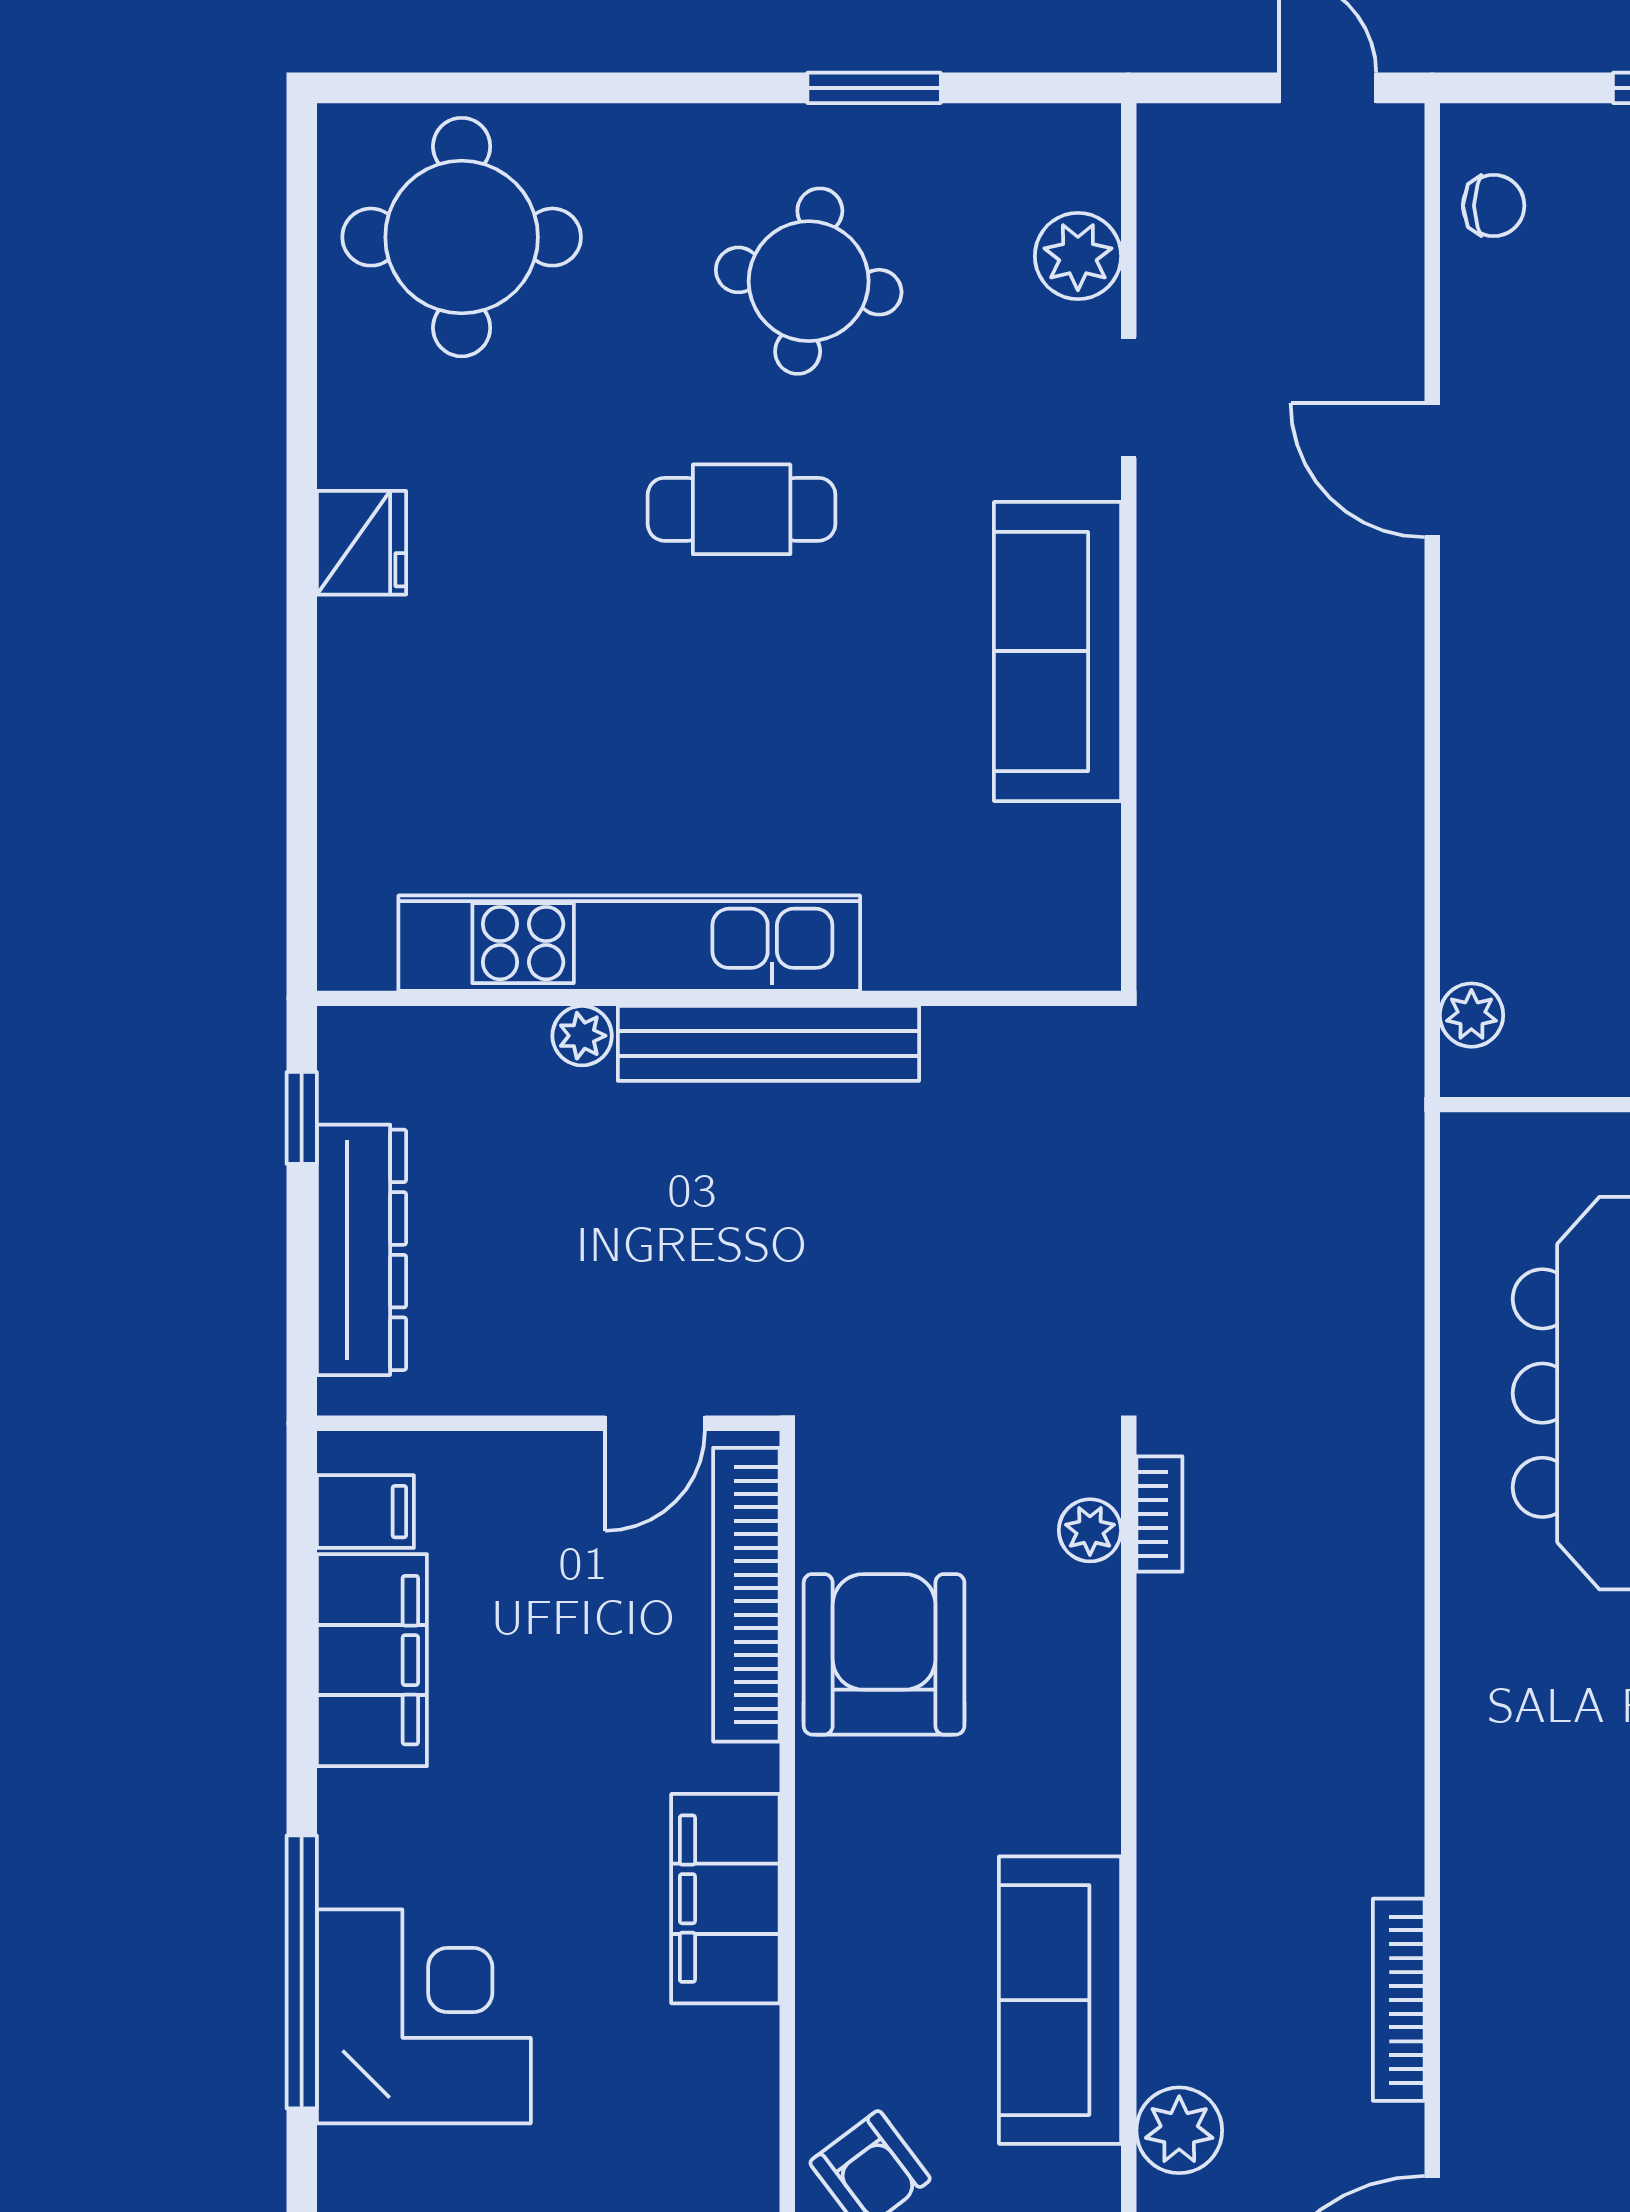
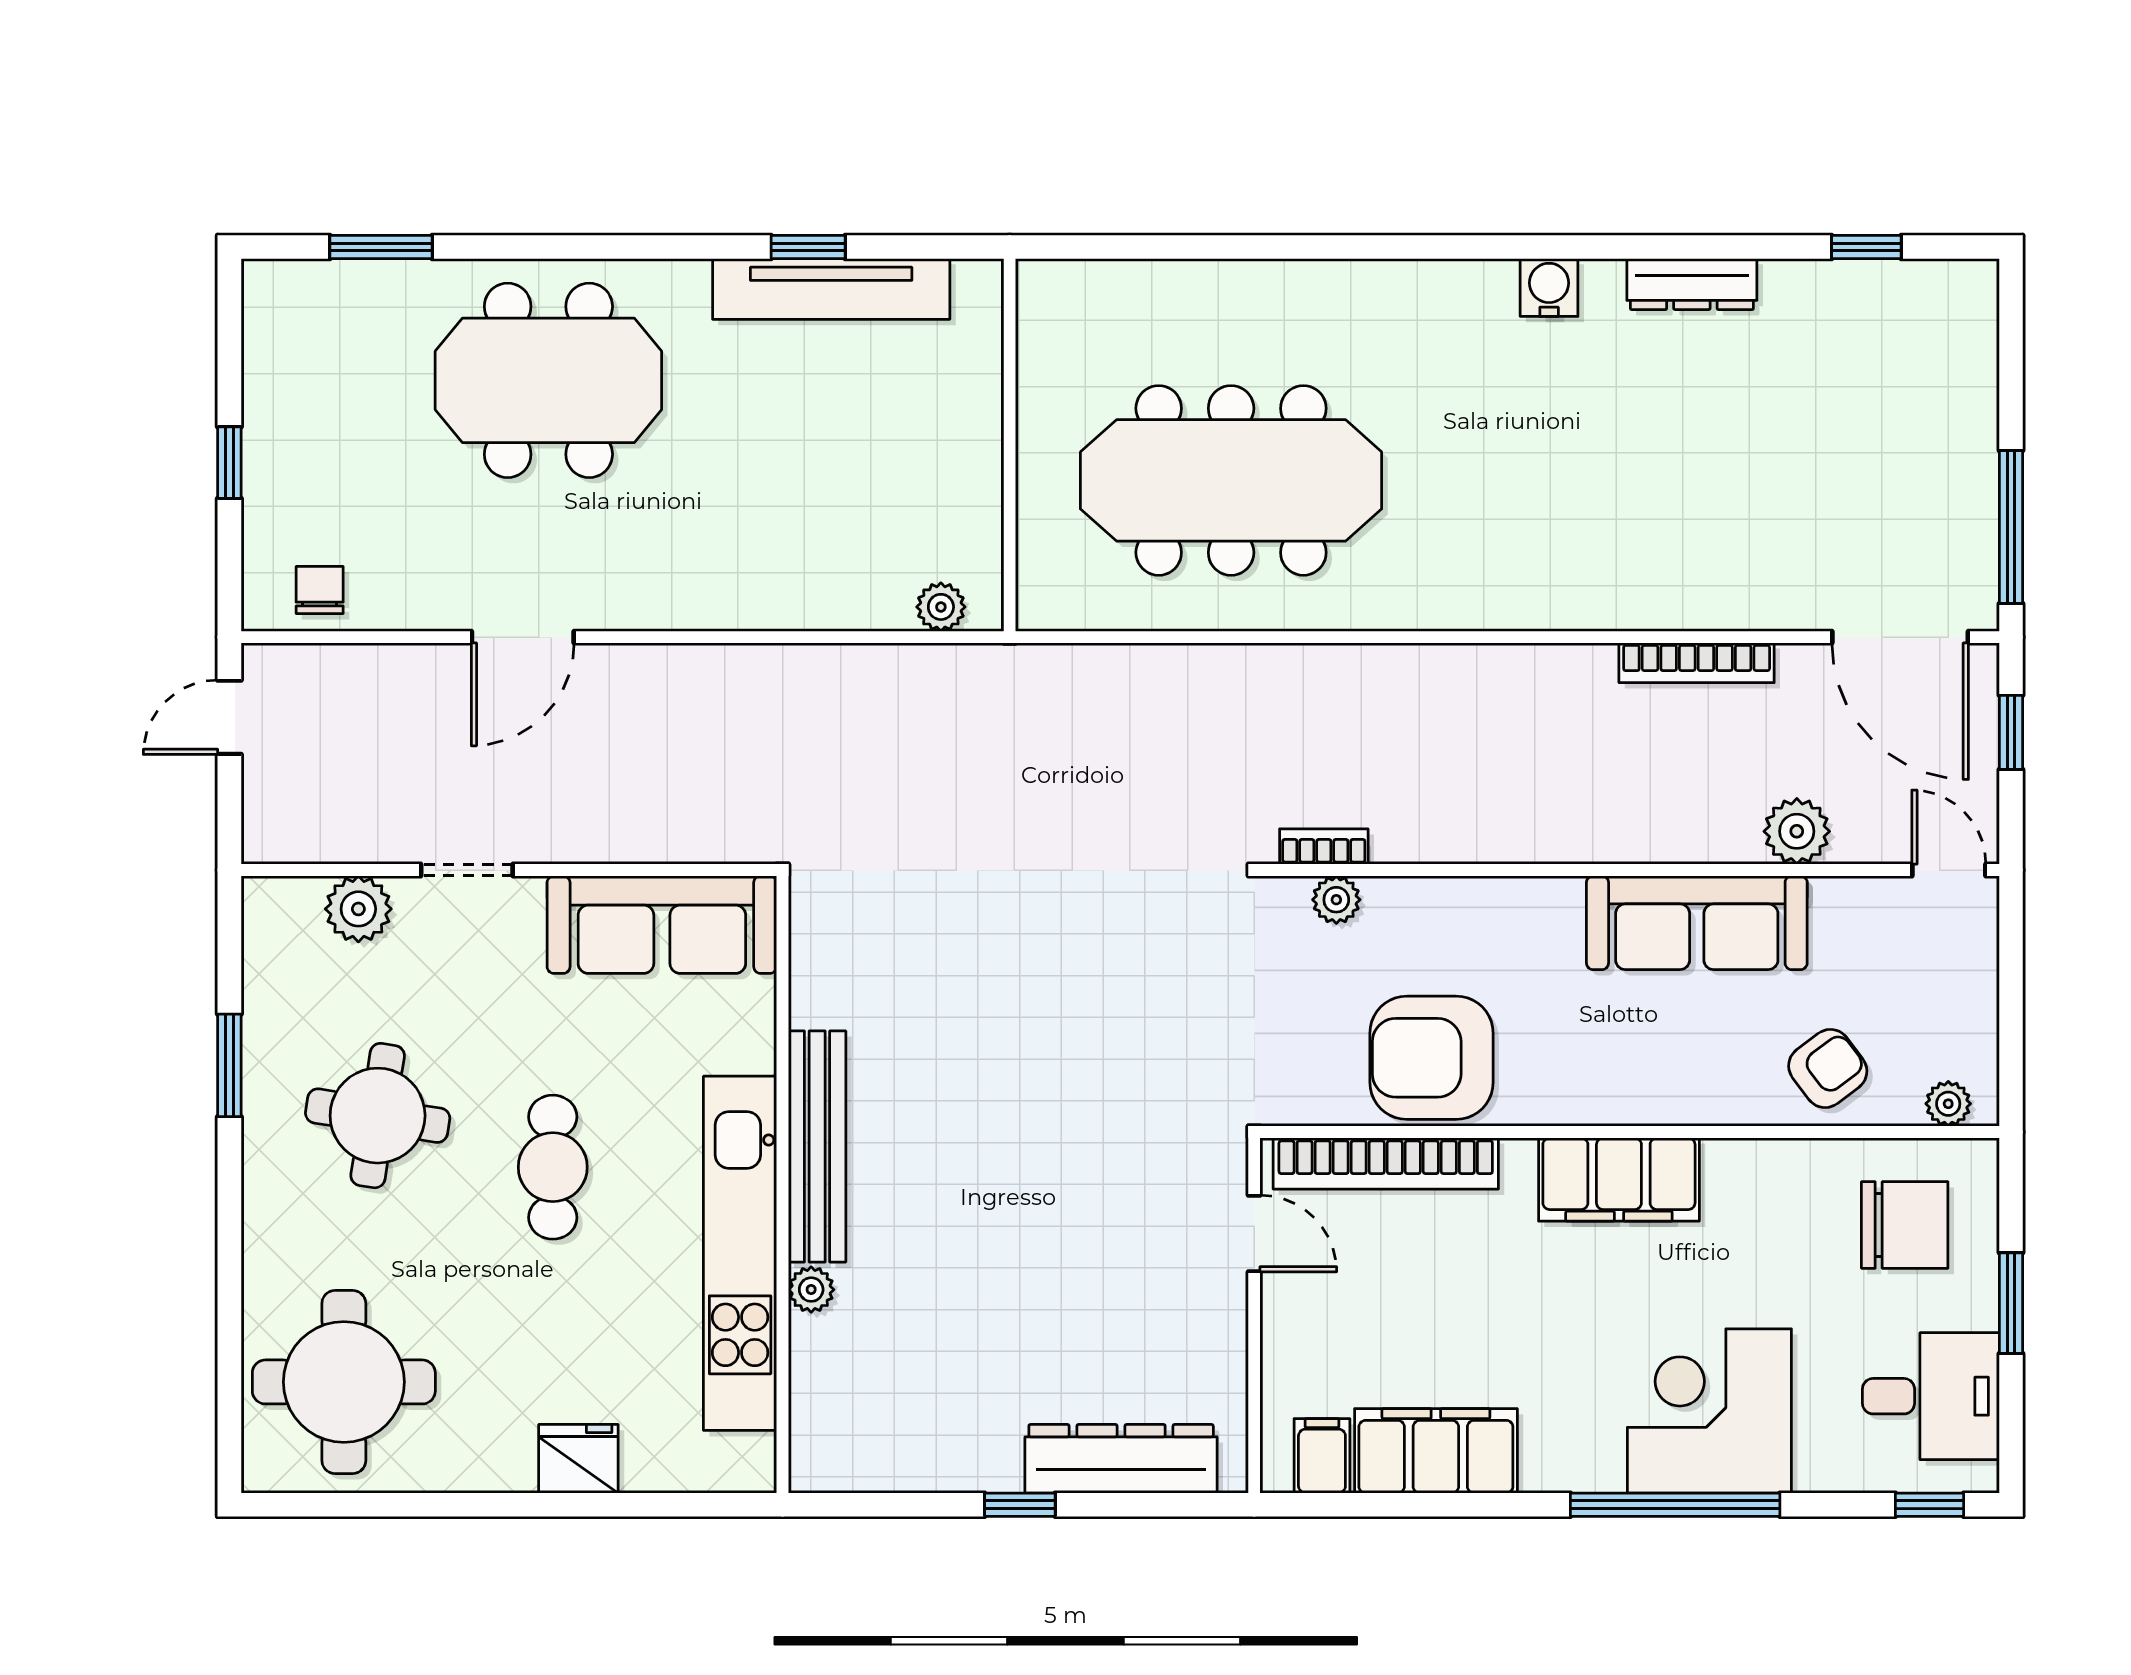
kitchen unit: (629, 943) -> (740, 1253), moved
wall: (719, 998) -> (783, 1184), moved
plant: (582, 1036) -> (811, 1290), moved
bench: (768, 1043) -> (817, 1146), moved

